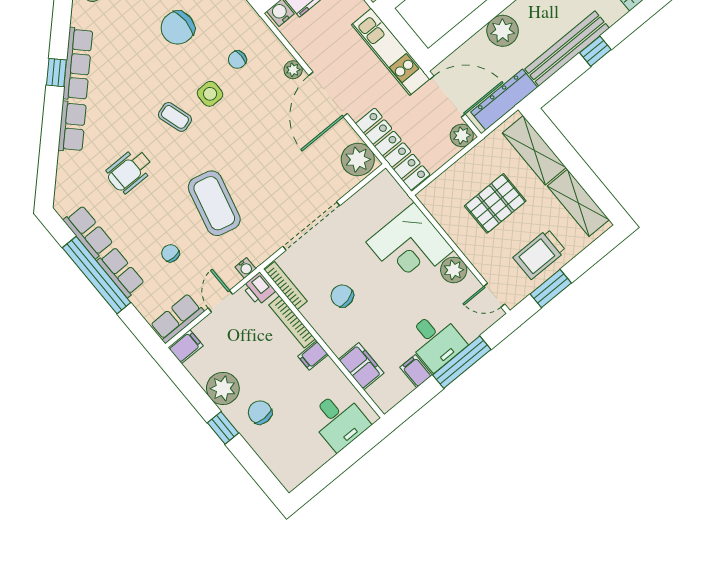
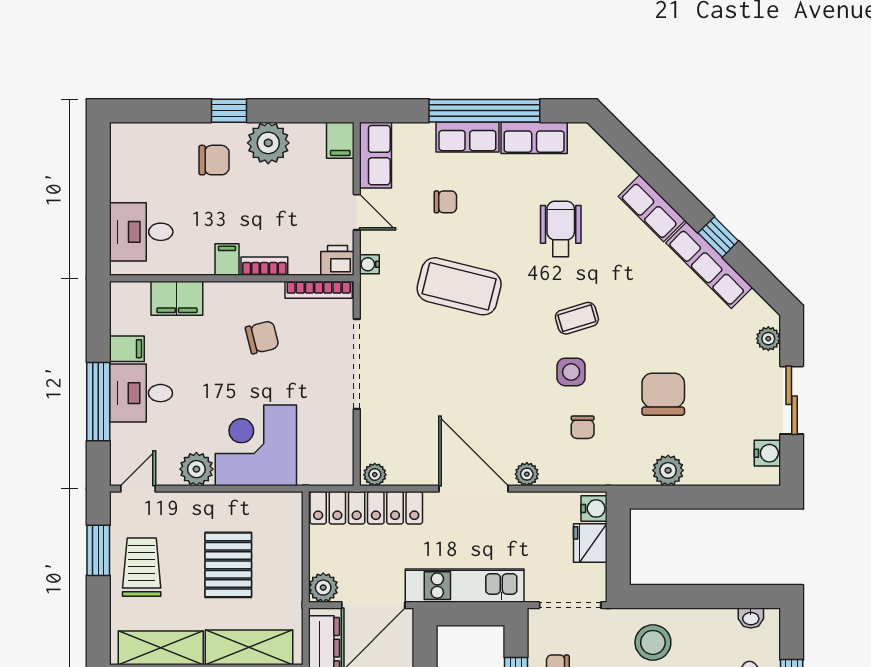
chair: (237, 60) -> (583, 427), turned 180
plant: (358, 159) -> (375, 475), width x0.53, depth x0.53
bookcase: (292, 322) -> (264, 266), width x0.64

